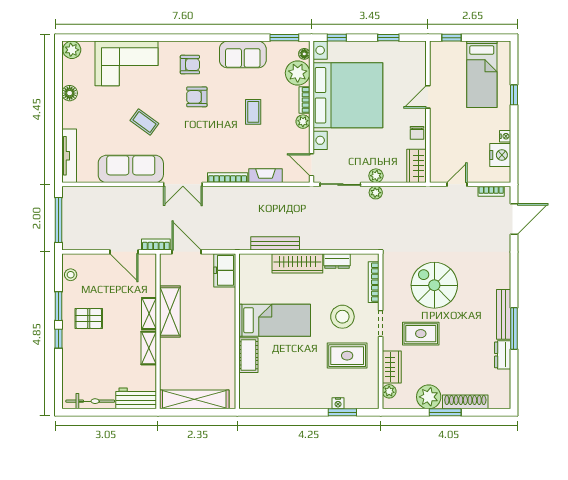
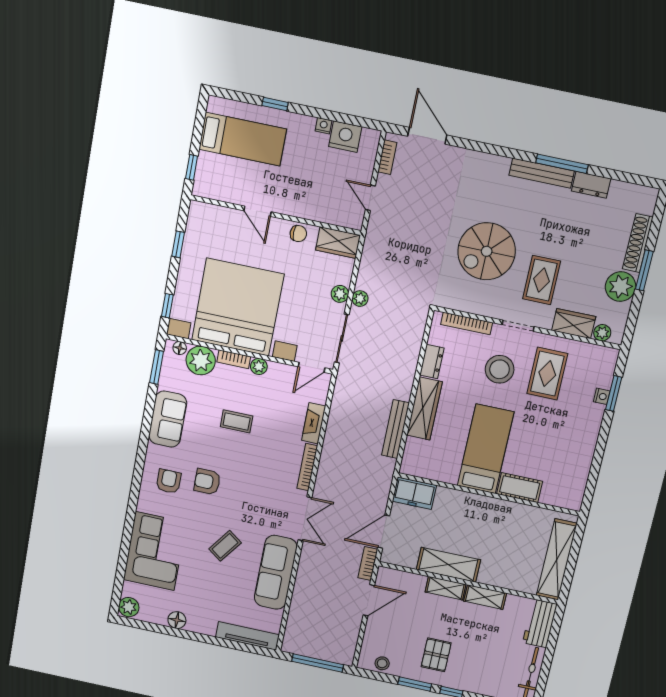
armchair: (197, 97) -> (207, 482), turned 90

